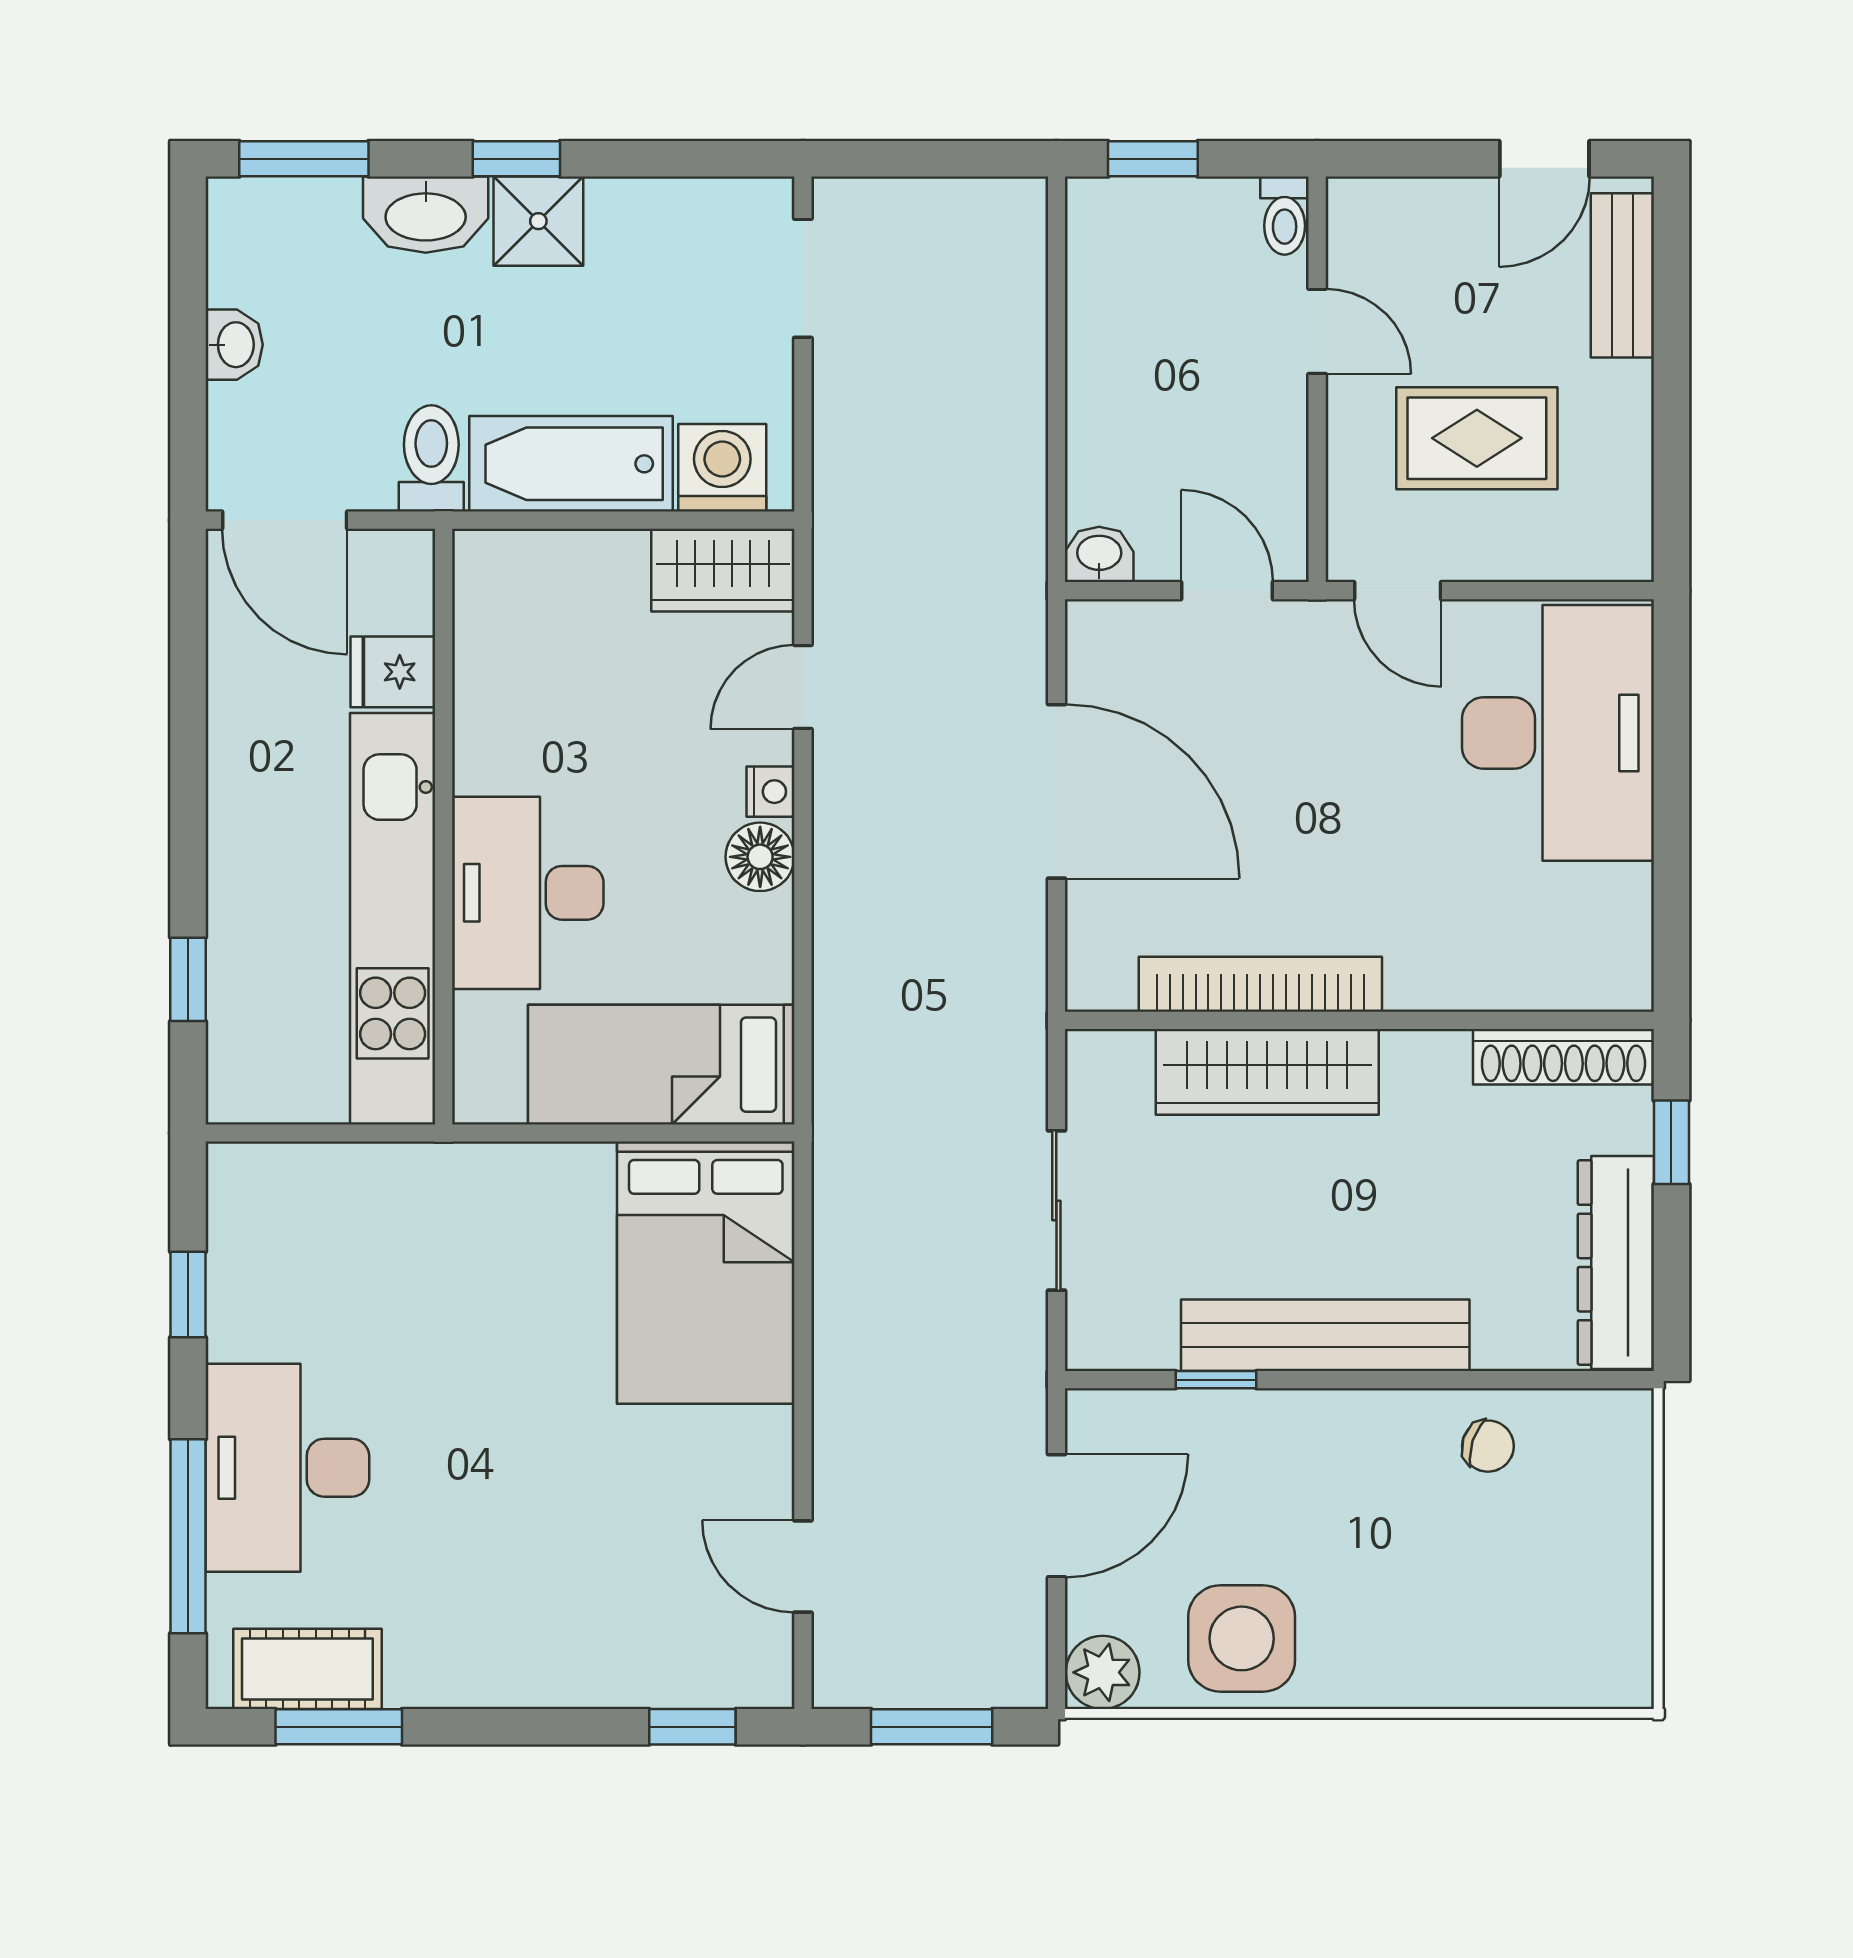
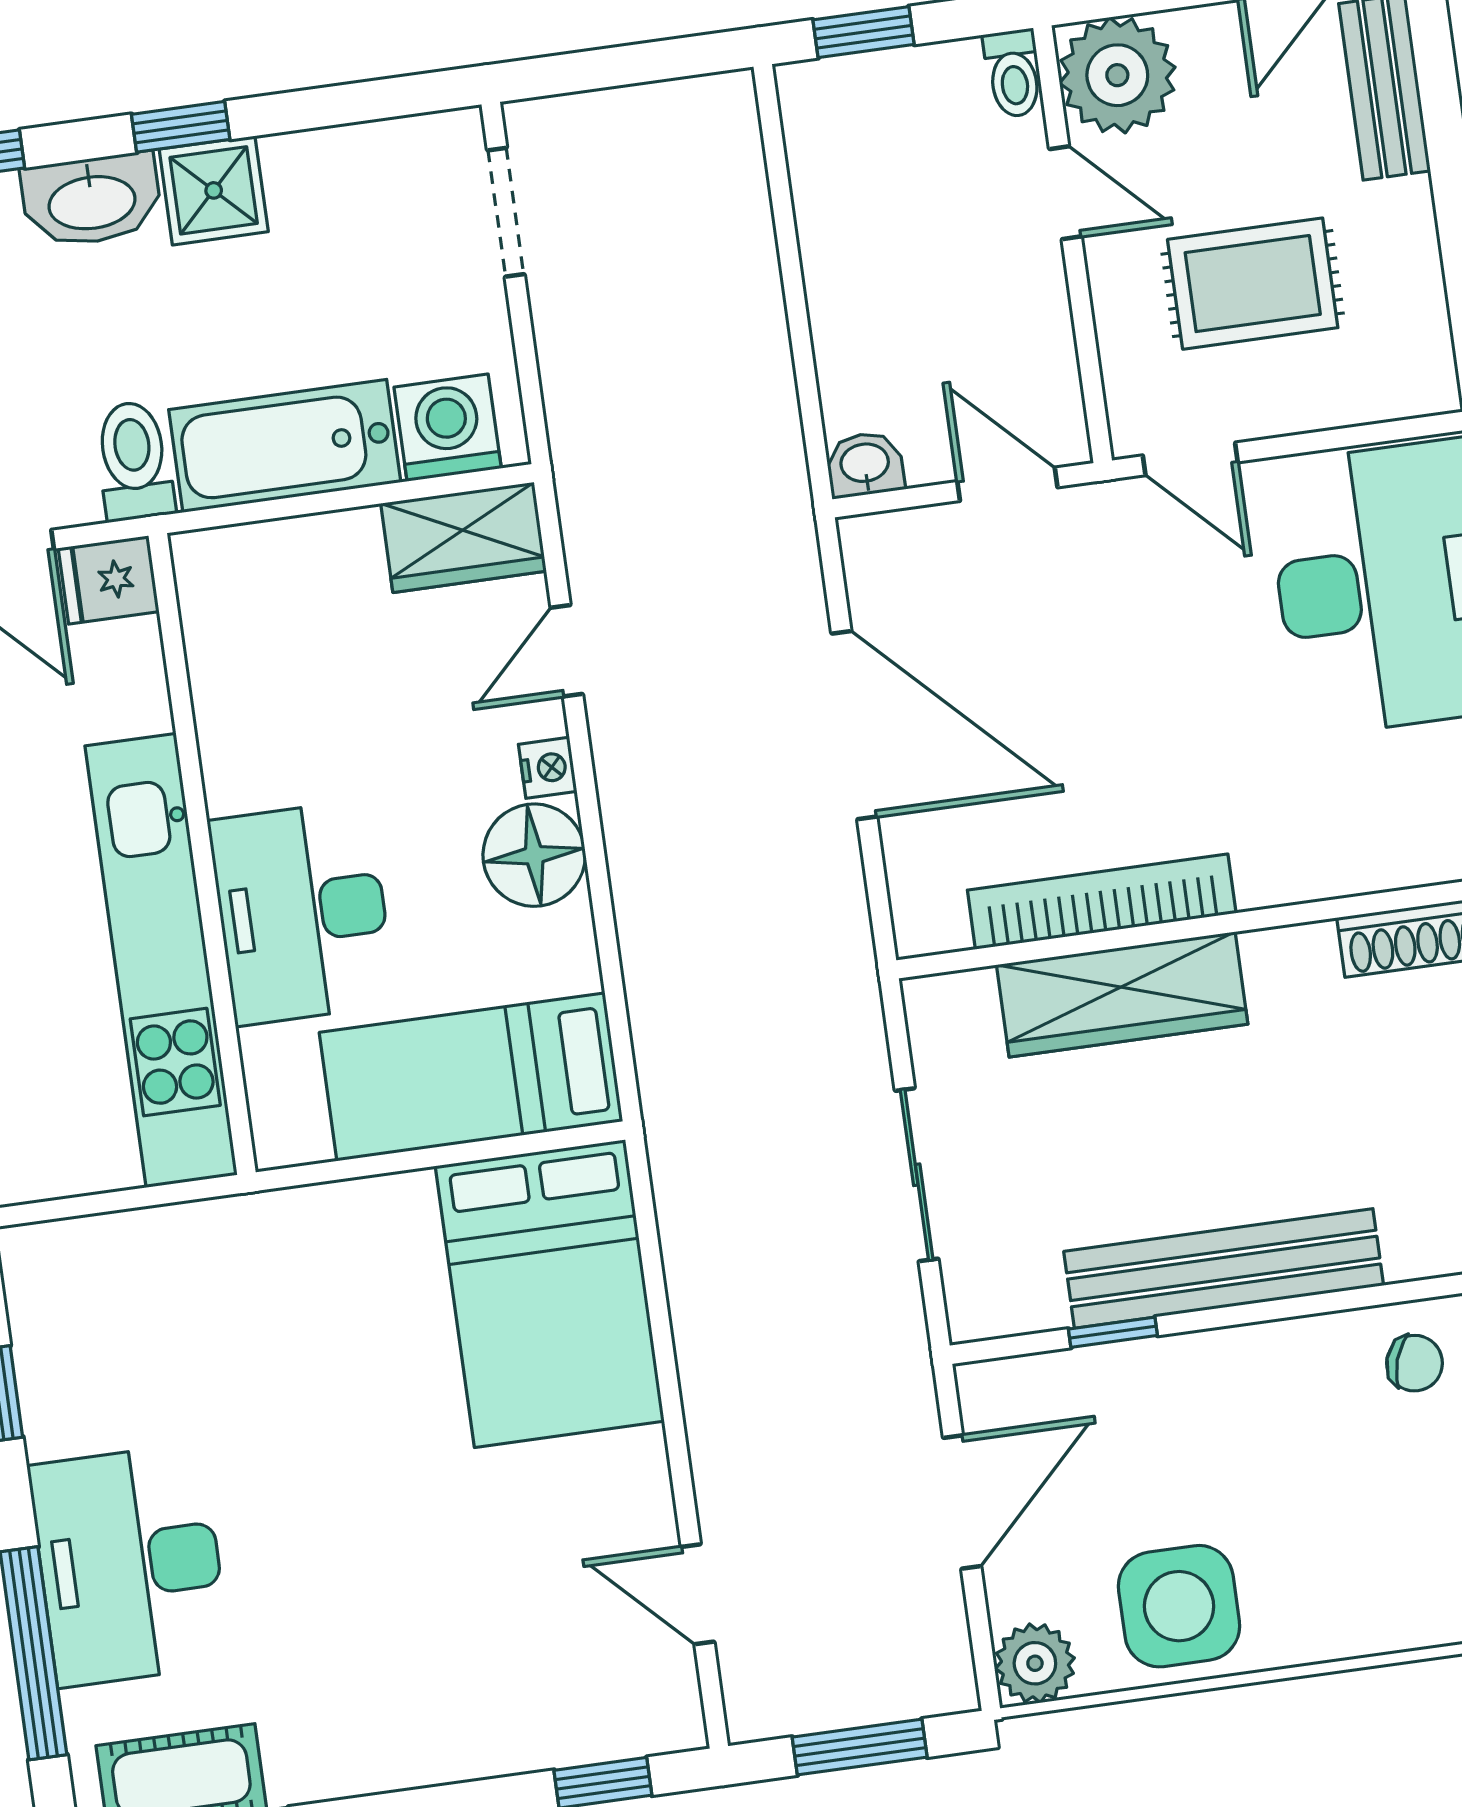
plant: (1380, 230) -> (1117, 75), added
fridge: (393, 672) -> (109, 580), moved
floor lamp: (760, 857) -> (534, 855), width x1.38, depth x1.38

